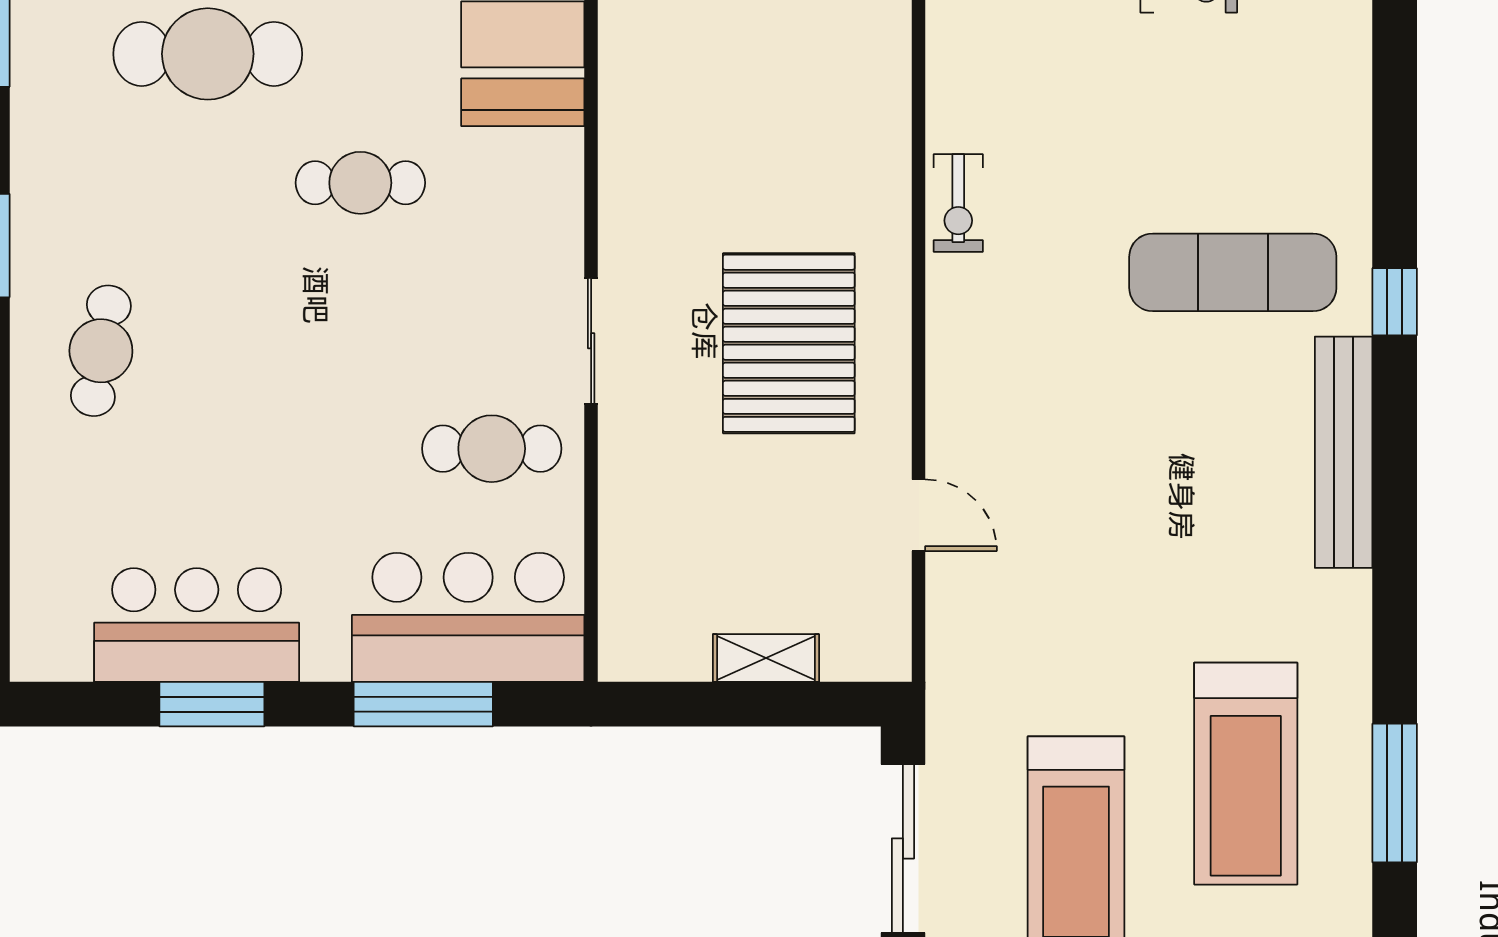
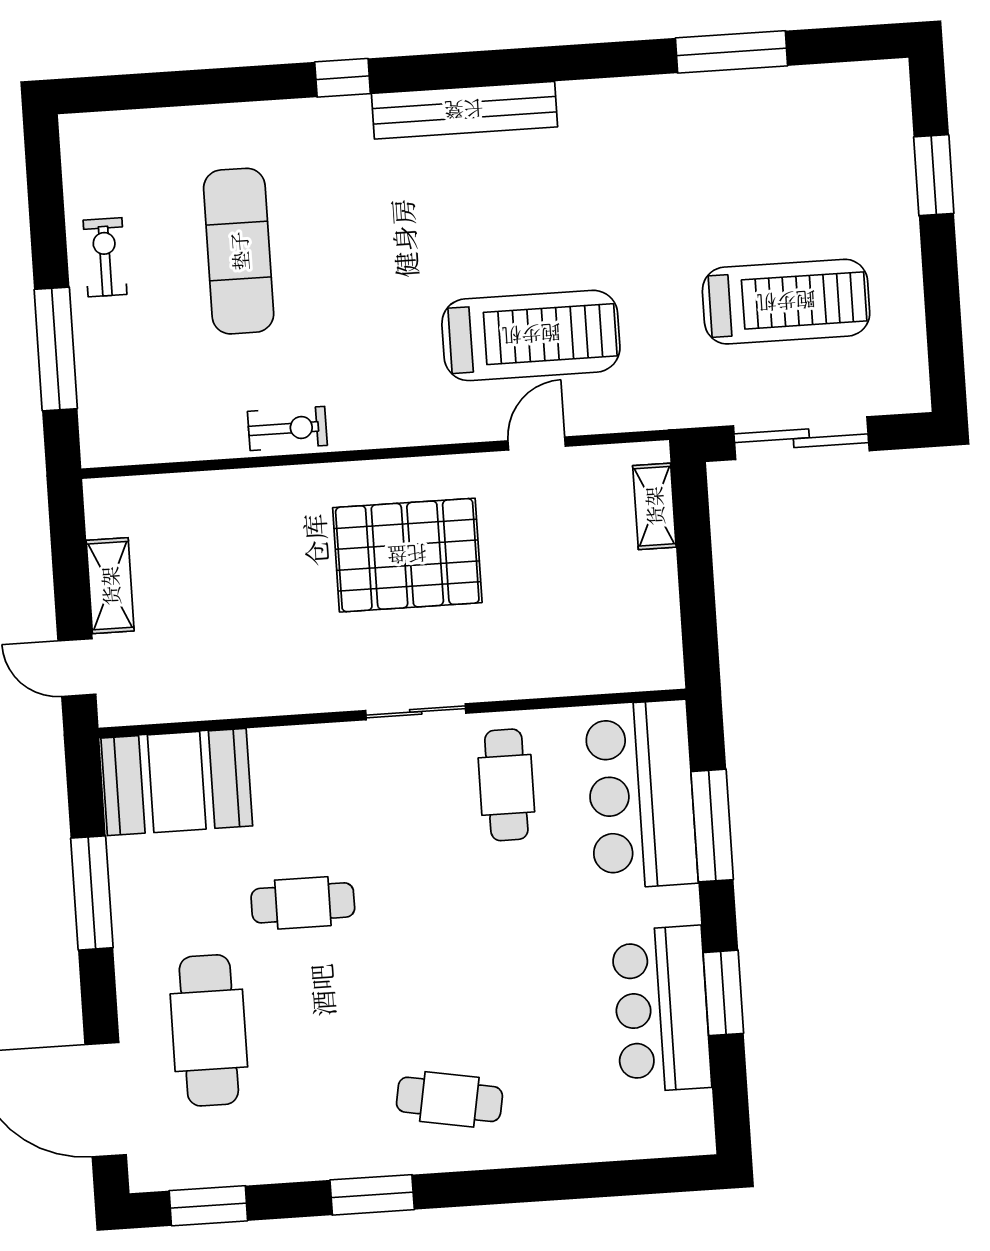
cafe table: (360, 183) -> (303, 903), turned 90
exercise mat: (1233, 272) -> (239, 251), moved
shelving: (766, 658) -> (654, 506), moved
treadmill: (1246, 774) -> (531, 335), moved

